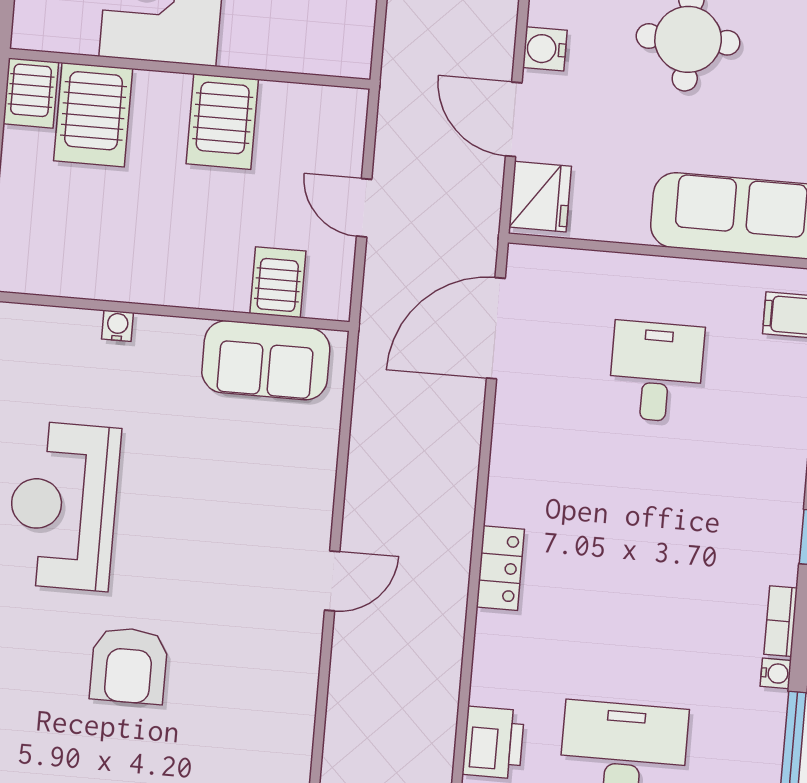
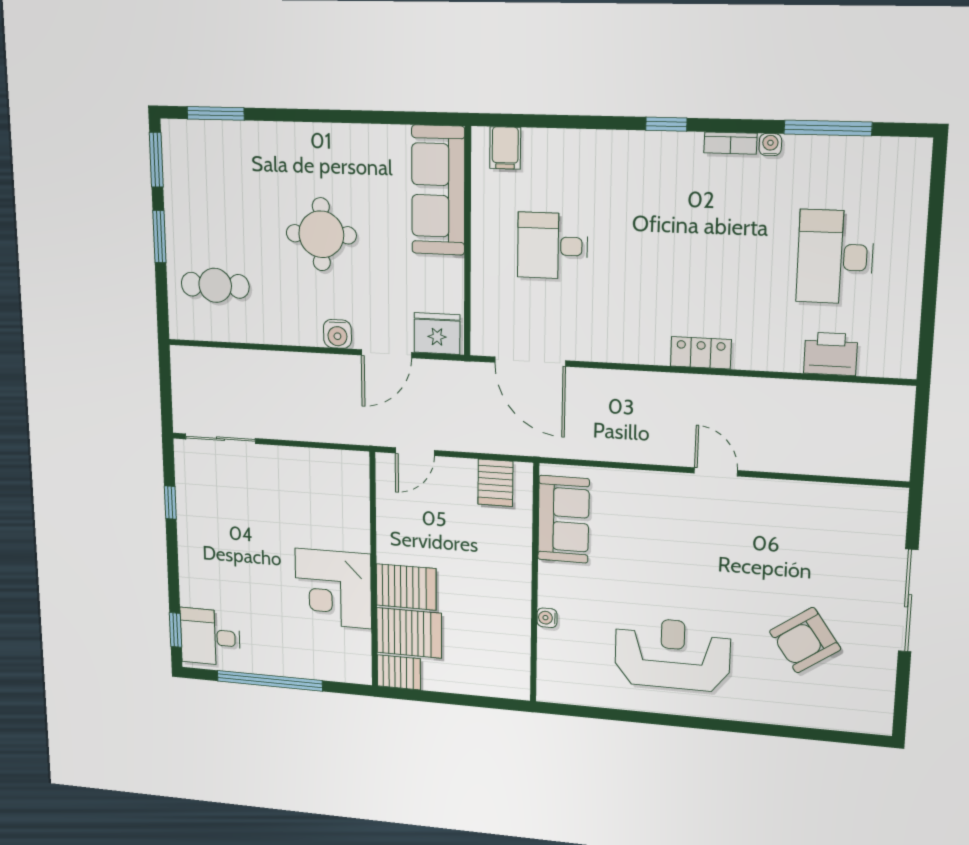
server rack: (222, 122) -> (406, 587), moved
door: (364, 208) -> (415, 452), moved
server rack: (278, 282) -> (495, 483), moved, turned -90
reception desk: (63, 506) -> (672, 654), turned 180
armchair: (129, 665) -> (805, 640), moved, turned 145

